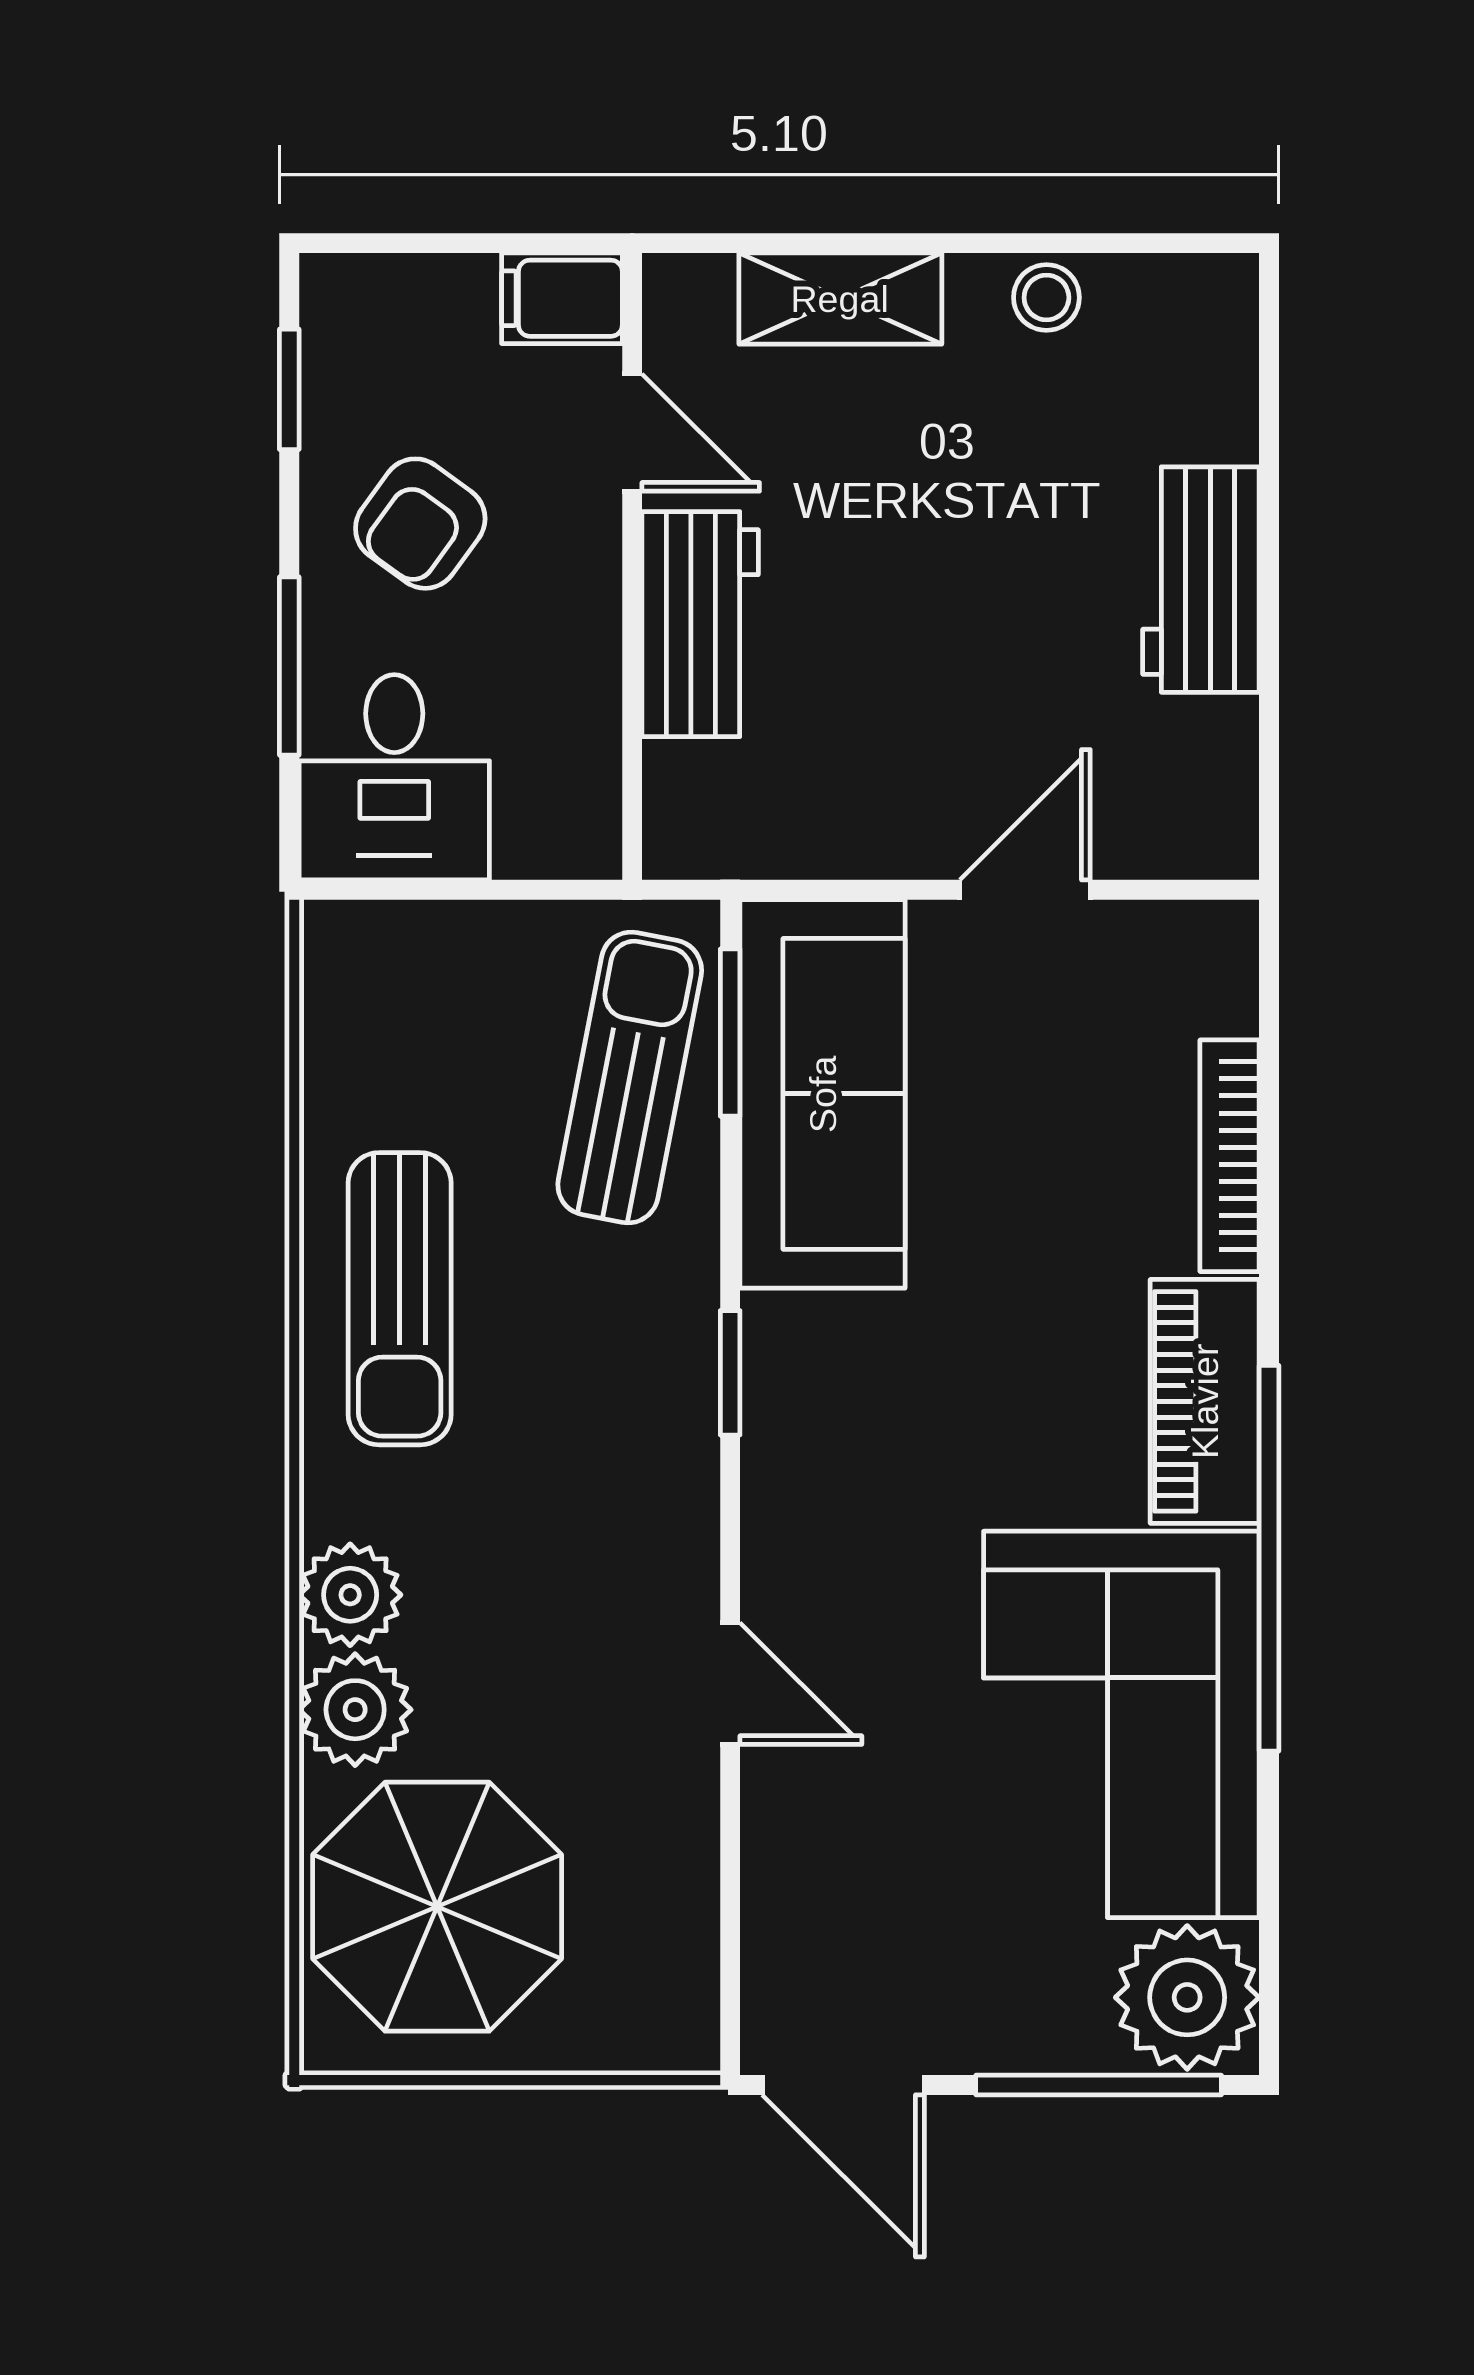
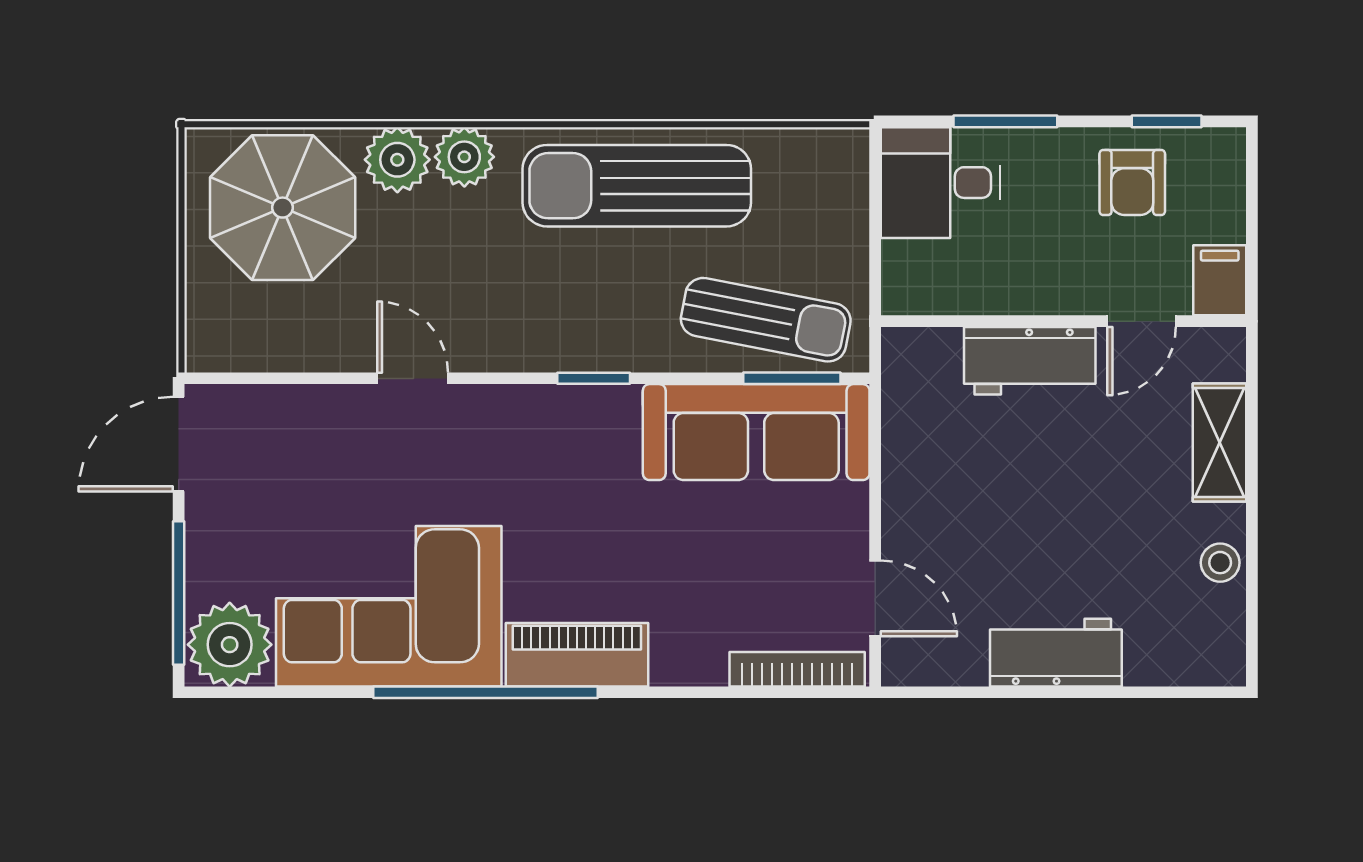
armchair: (420, 524) -> (1132, 182), moved, turned -126
door: (1025, 890) -> (875, 598), moved
bookcase: (1230, 1156) -> (797, 669), moved
sun lounger: (400, 1299) -> (637, 186), width x1.36, depth x1.34
door: (730, 1684) -> (413, 378), swing flipped

